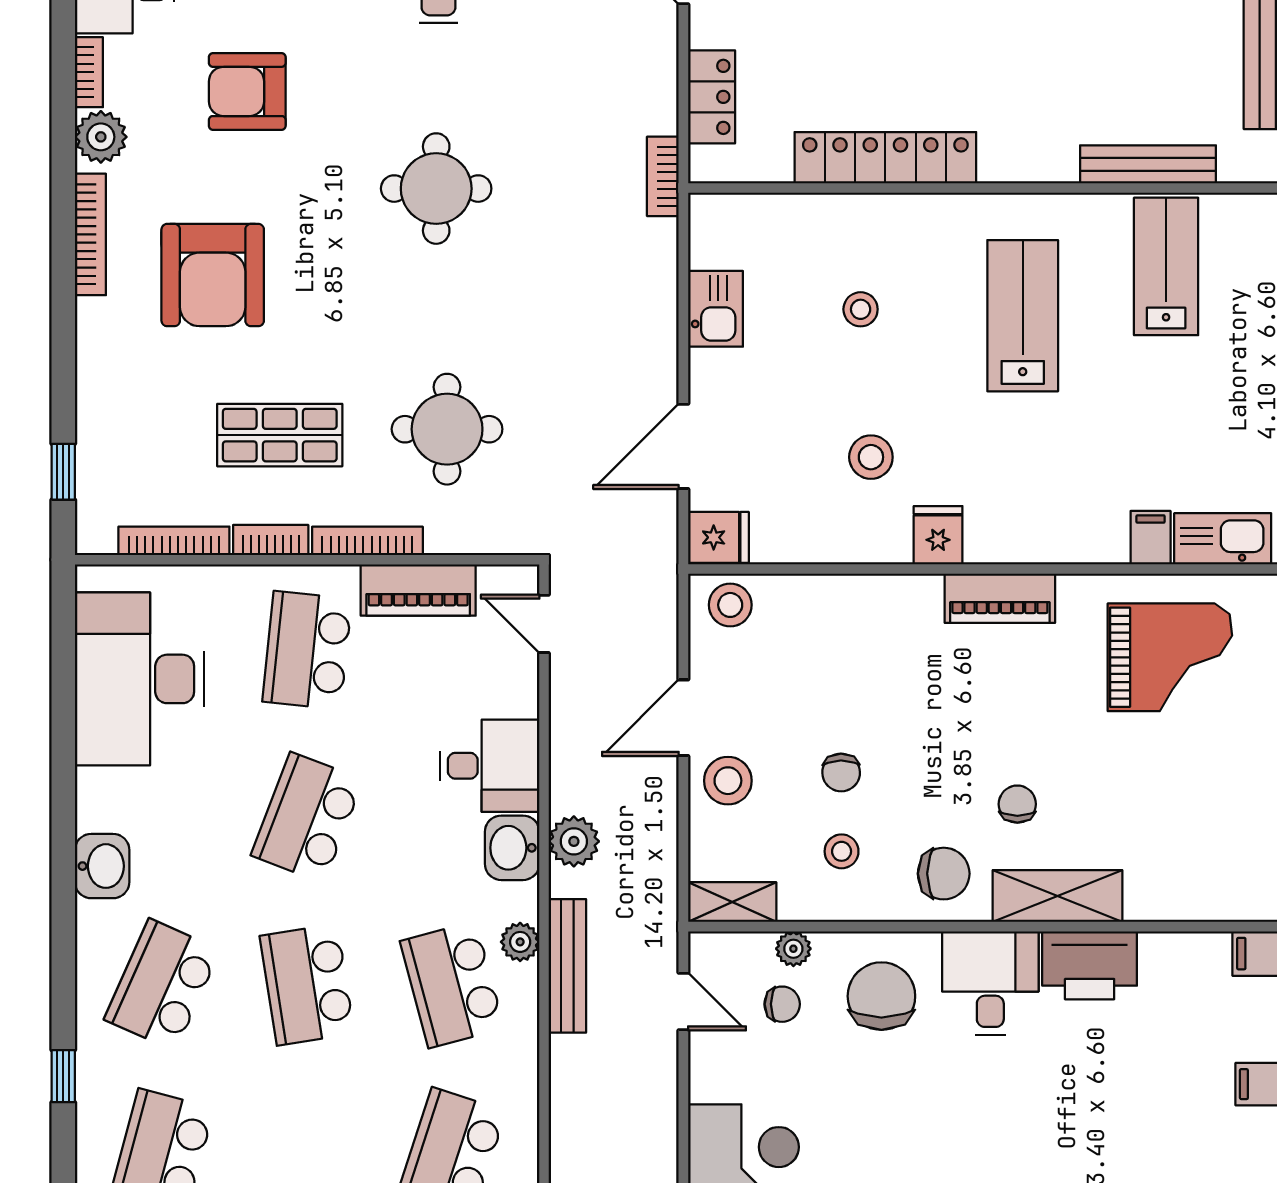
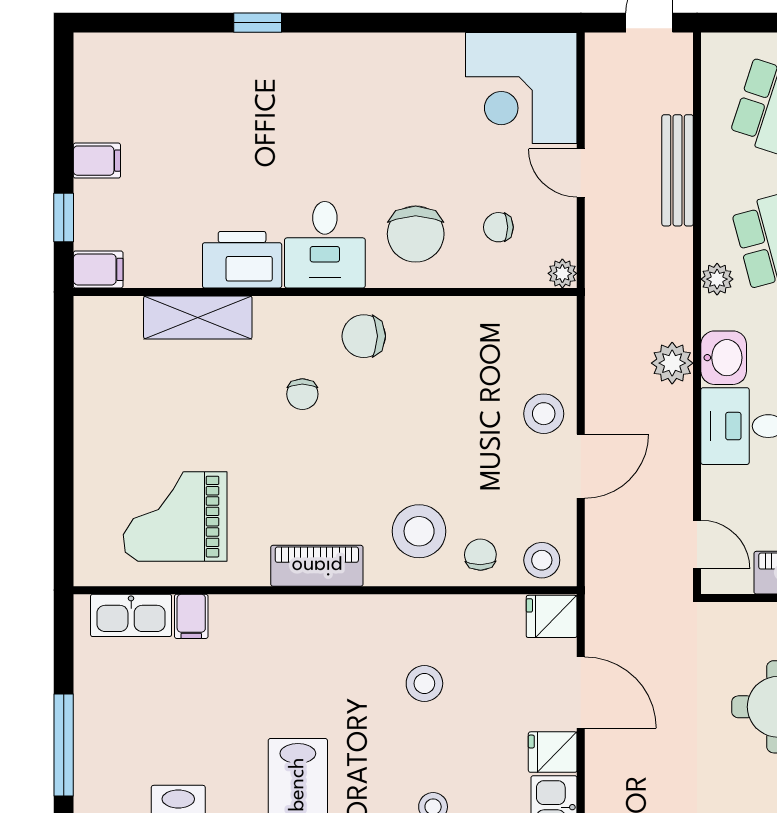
door: (683, 446) -> (581, 692), hinge flipped
fridge: (938, 535) -> (553, 752), moved, turned 90
chair: (841, 773) -> (480, 555), moved
stool: (842, 851) -> (419, 531), moved, width x1.89, depth x1.89
shelving: (1058, 896) -> (198, 317), moved
shelving: (732, 902) -> (540, 312), removed
plant: (793, 949) -> (562, 273), moved
bench: (567, 966) -> (678, 170), moved
door: (683, 1002) -> (581, 173), moved

